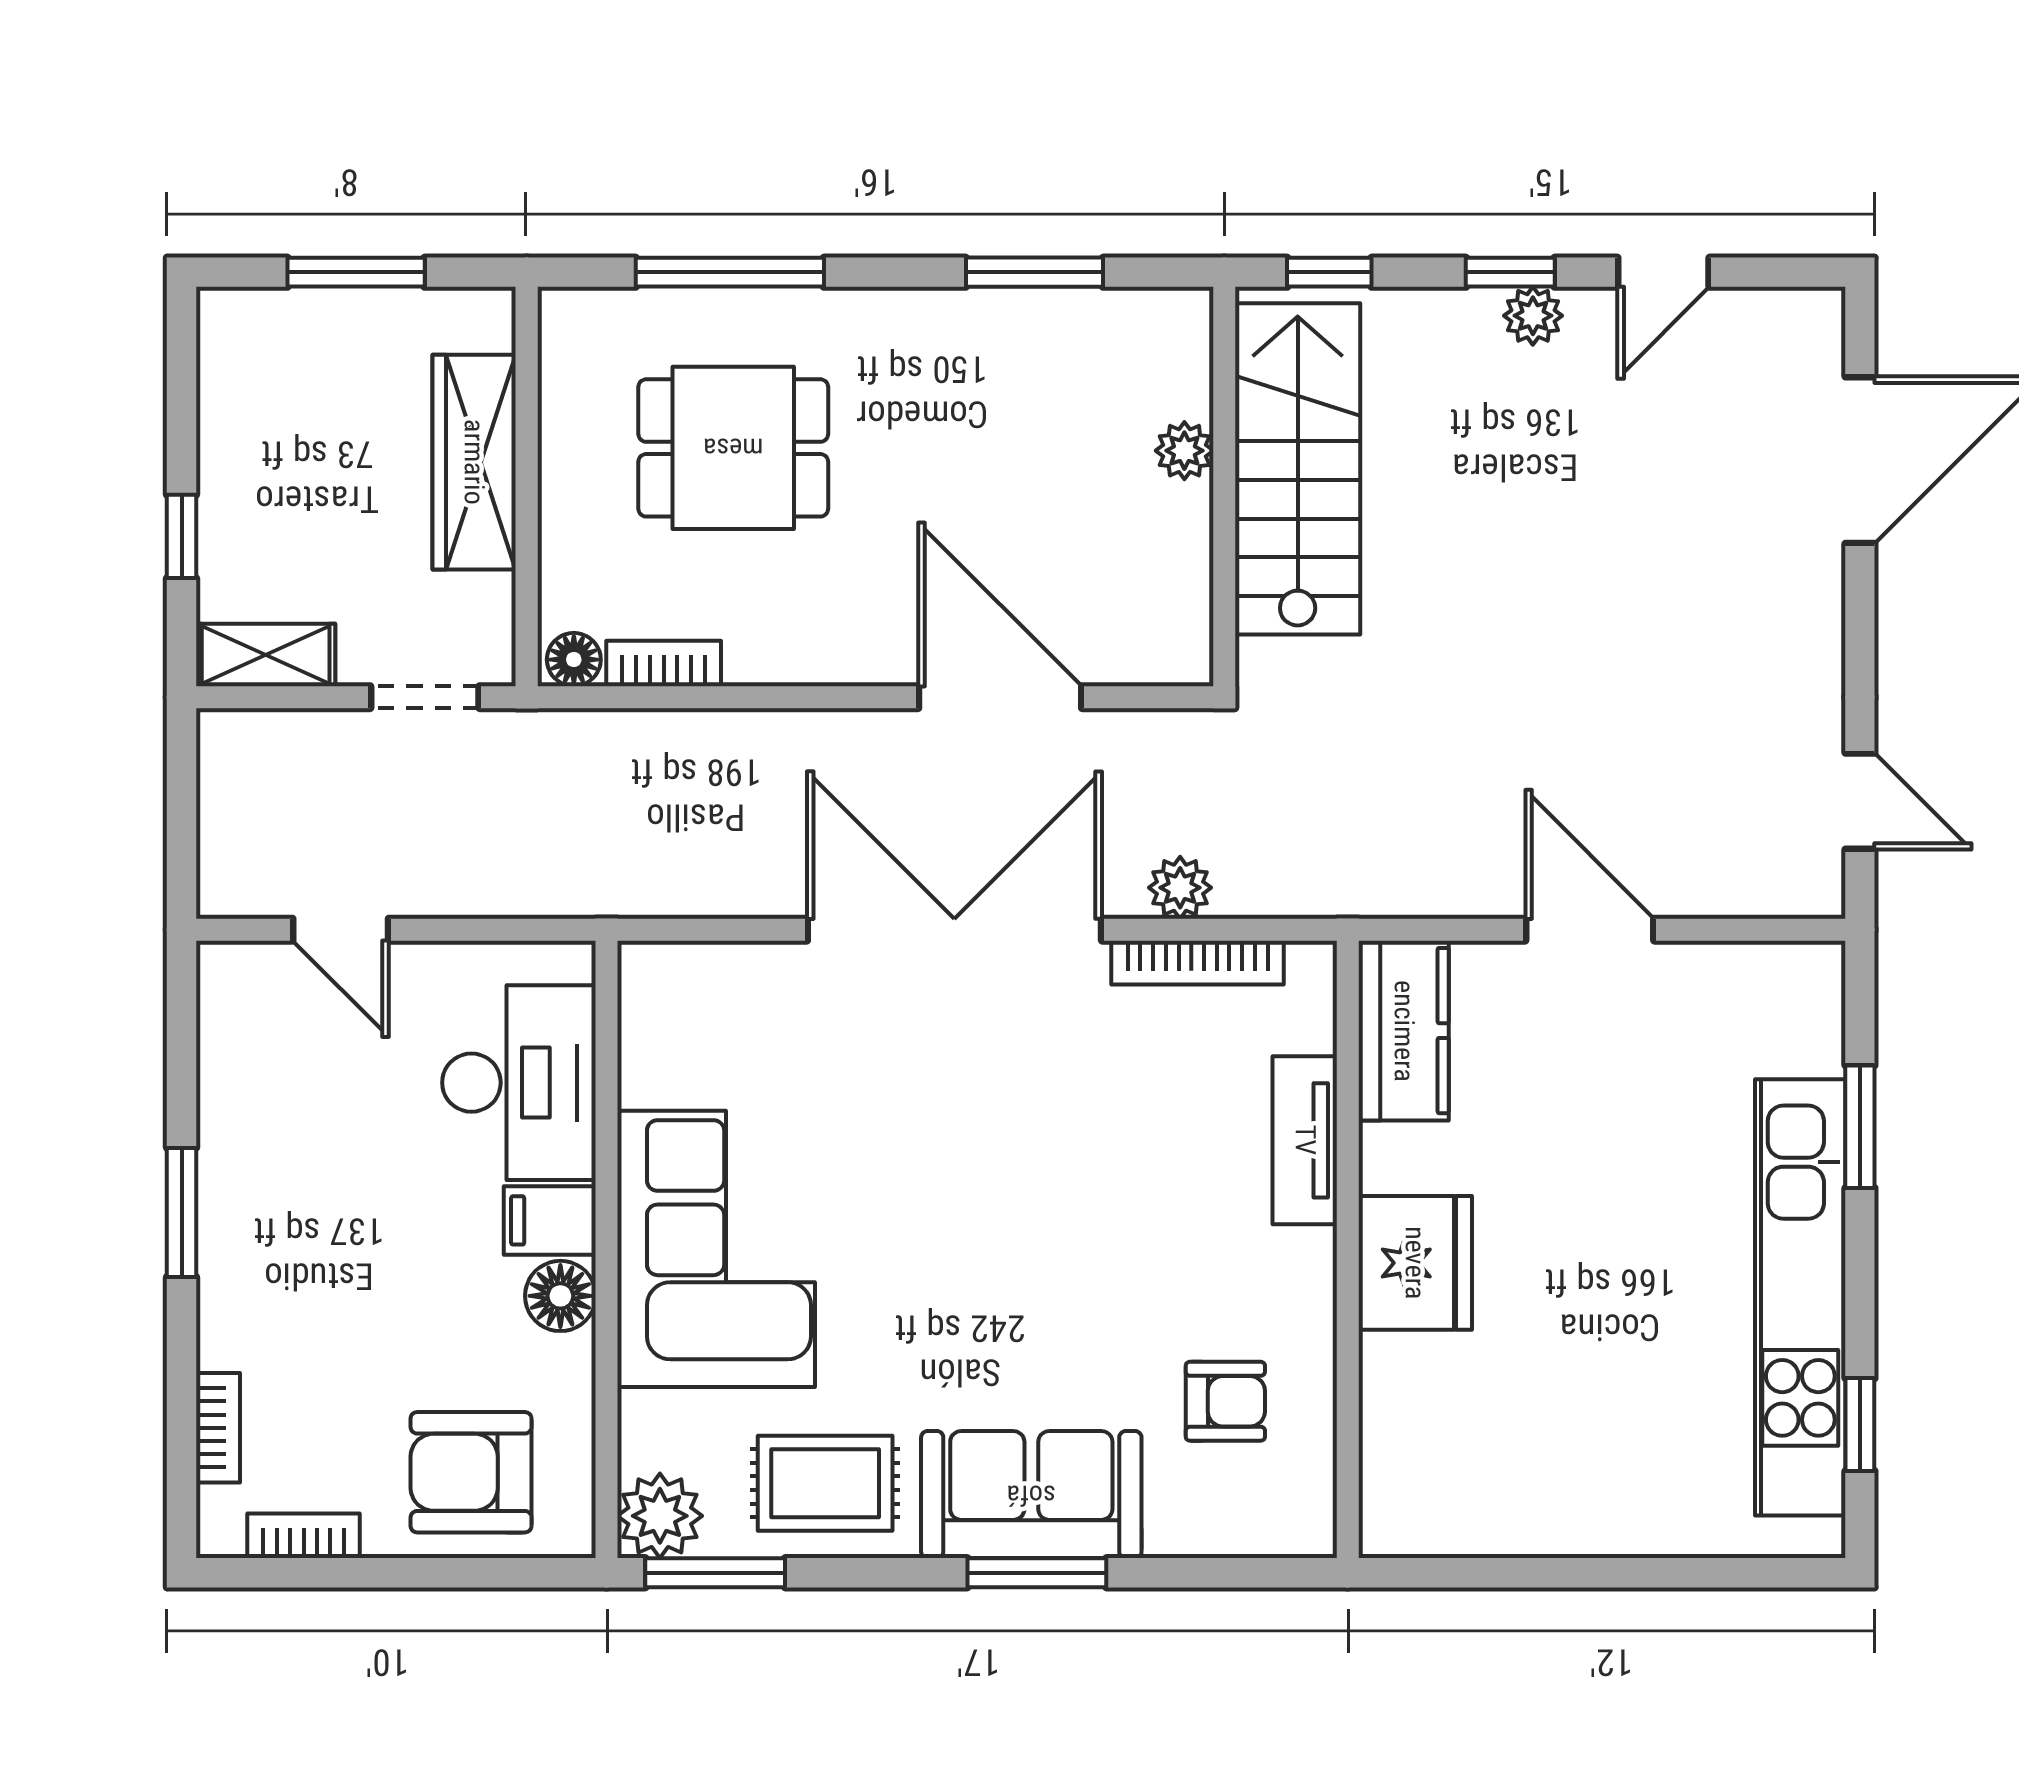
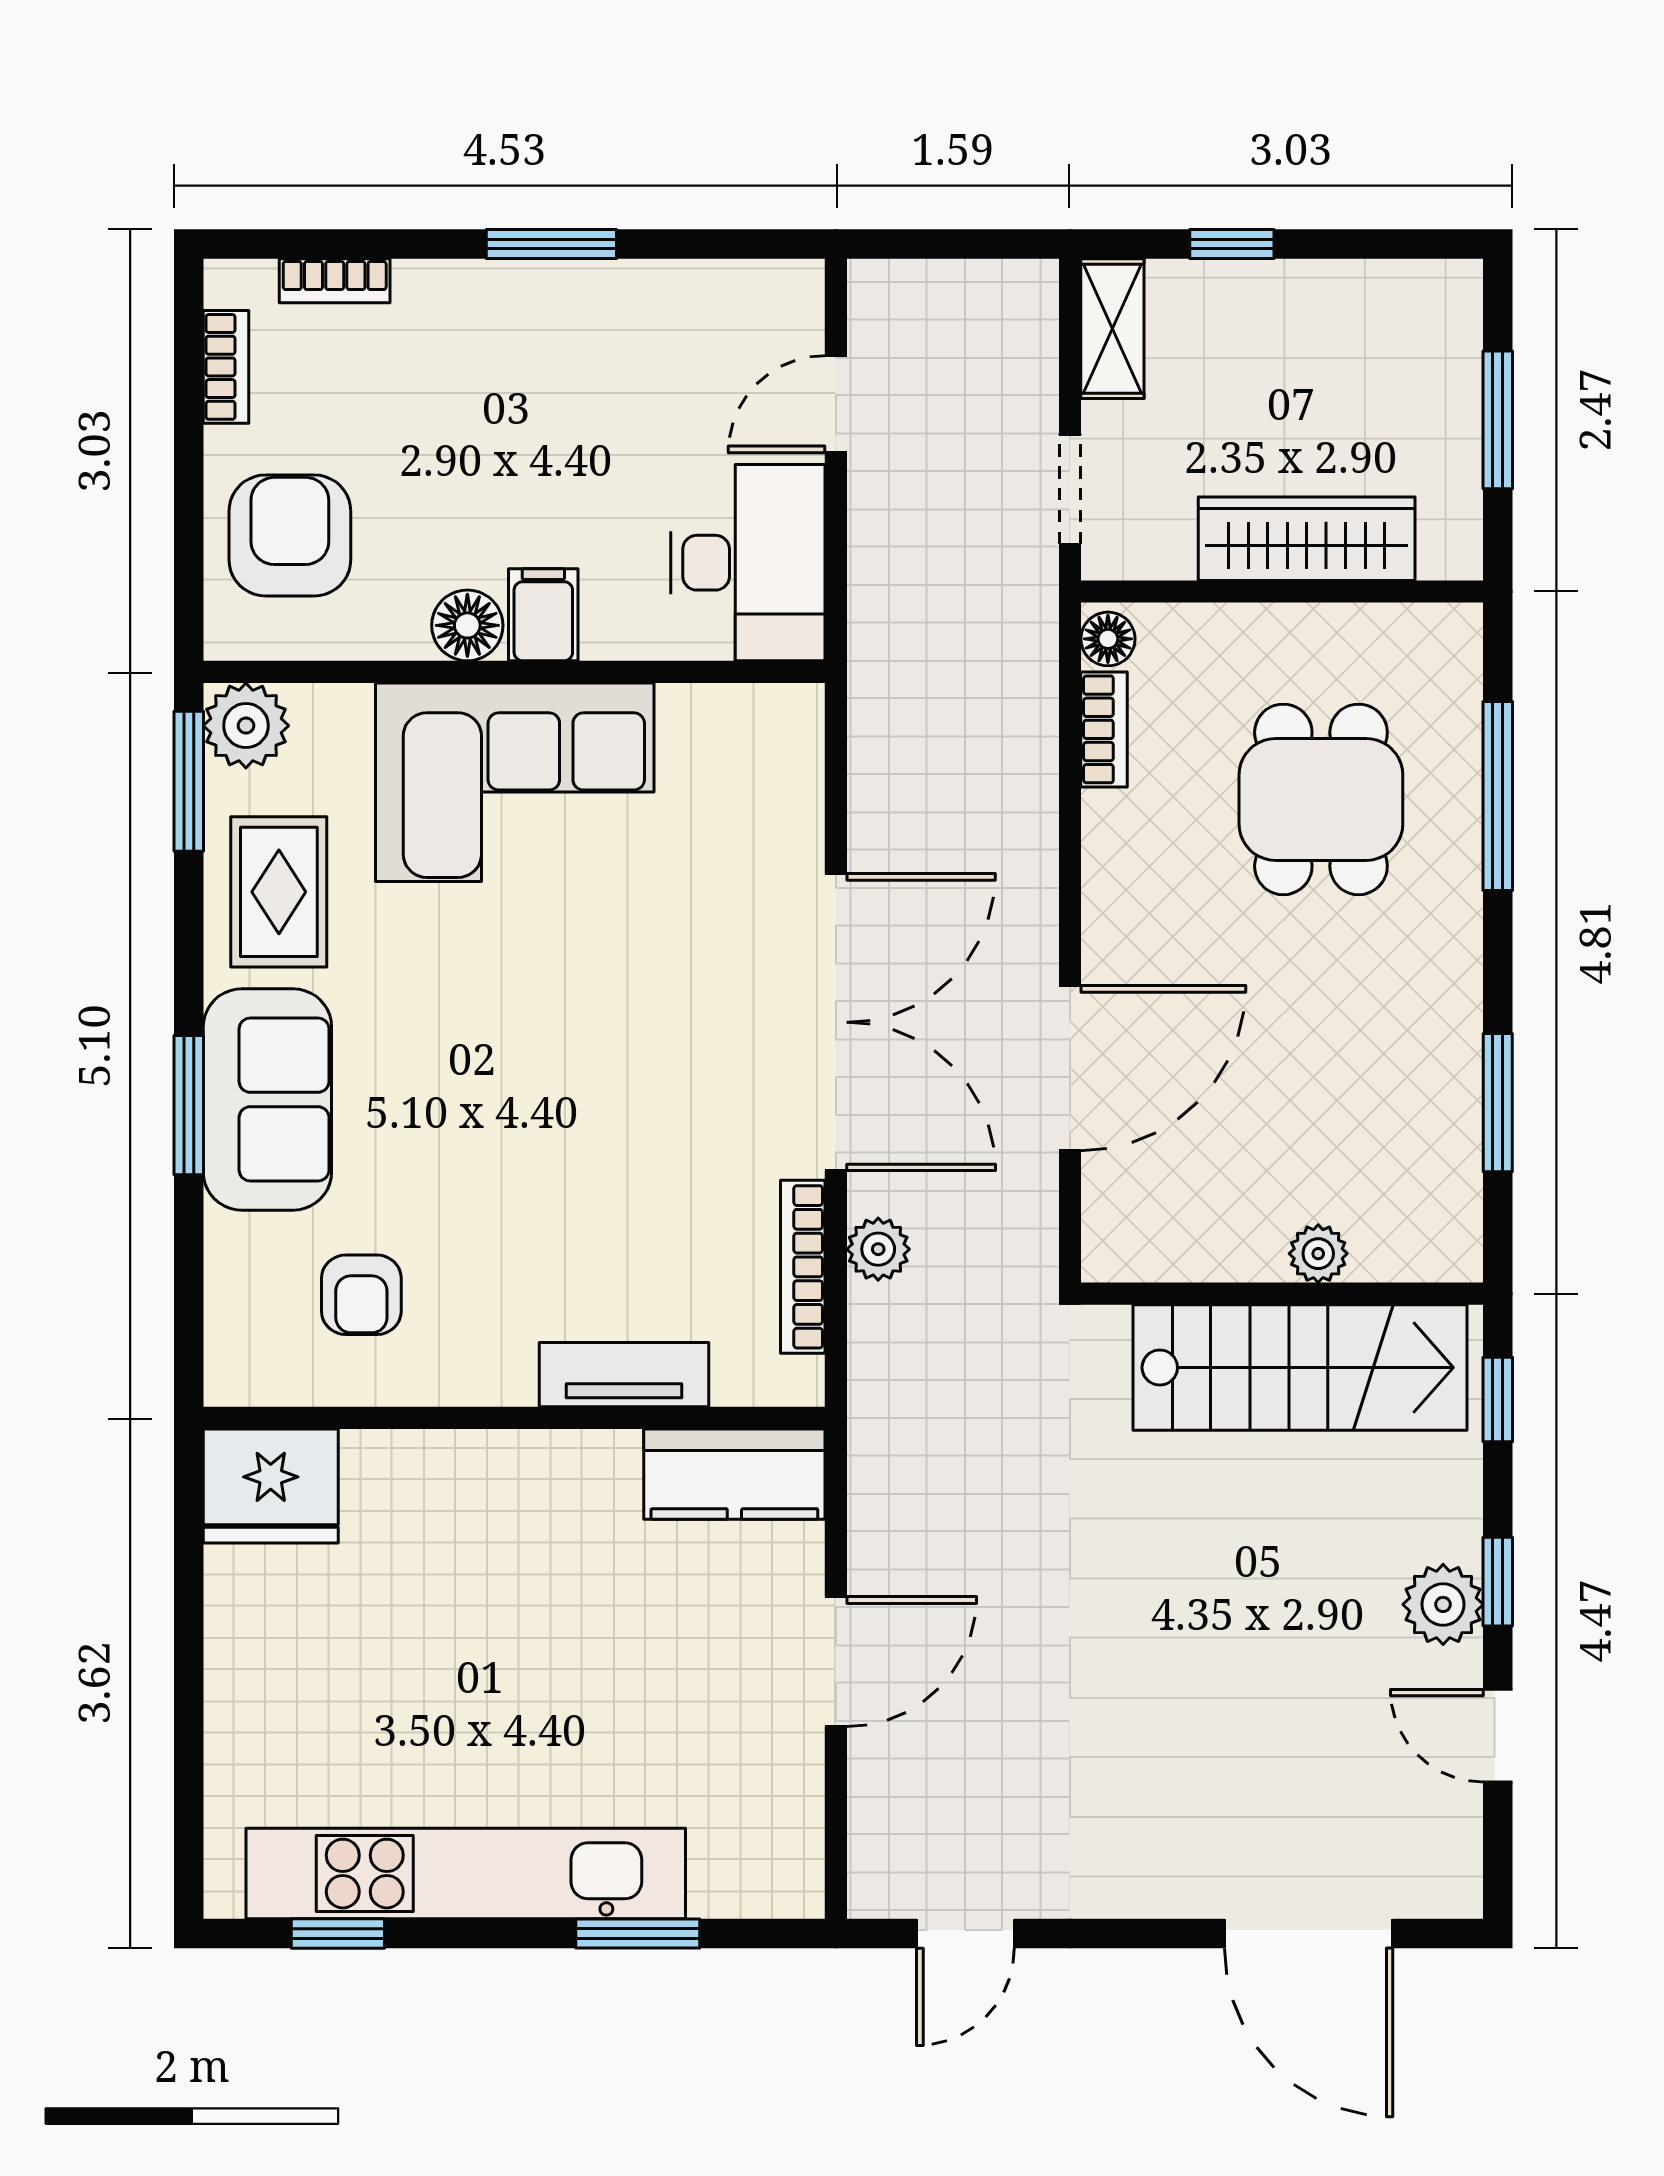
plant: (1533, 316) -> (1443, 1604), width x1.38, depth x1.38
desk: (519, 1083) -> (748, 563), moved, turned -90
fridge: (1415, 1263) -> (271, 1486), moved

